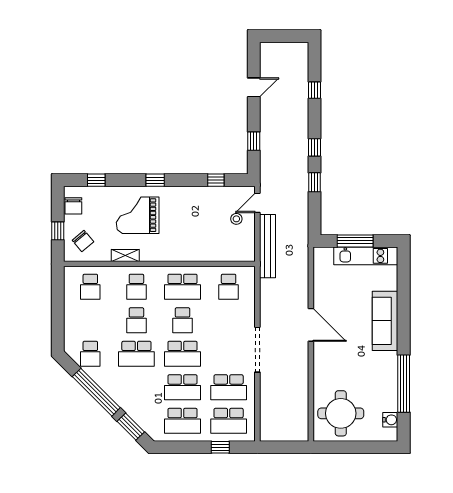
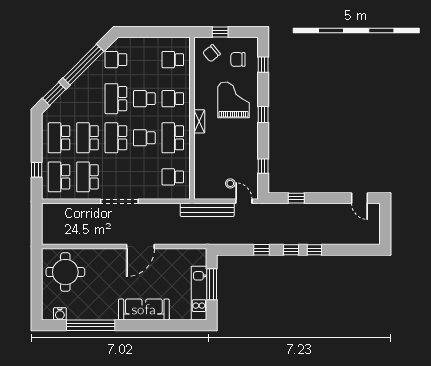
door: (254, 87) -> (360, 198), moved
window: (315, 90) -> (314, 250), moved
chair: (73, 206) -> (238, 59), moved
shelving: (125, 256) -> (199, 121), moved

